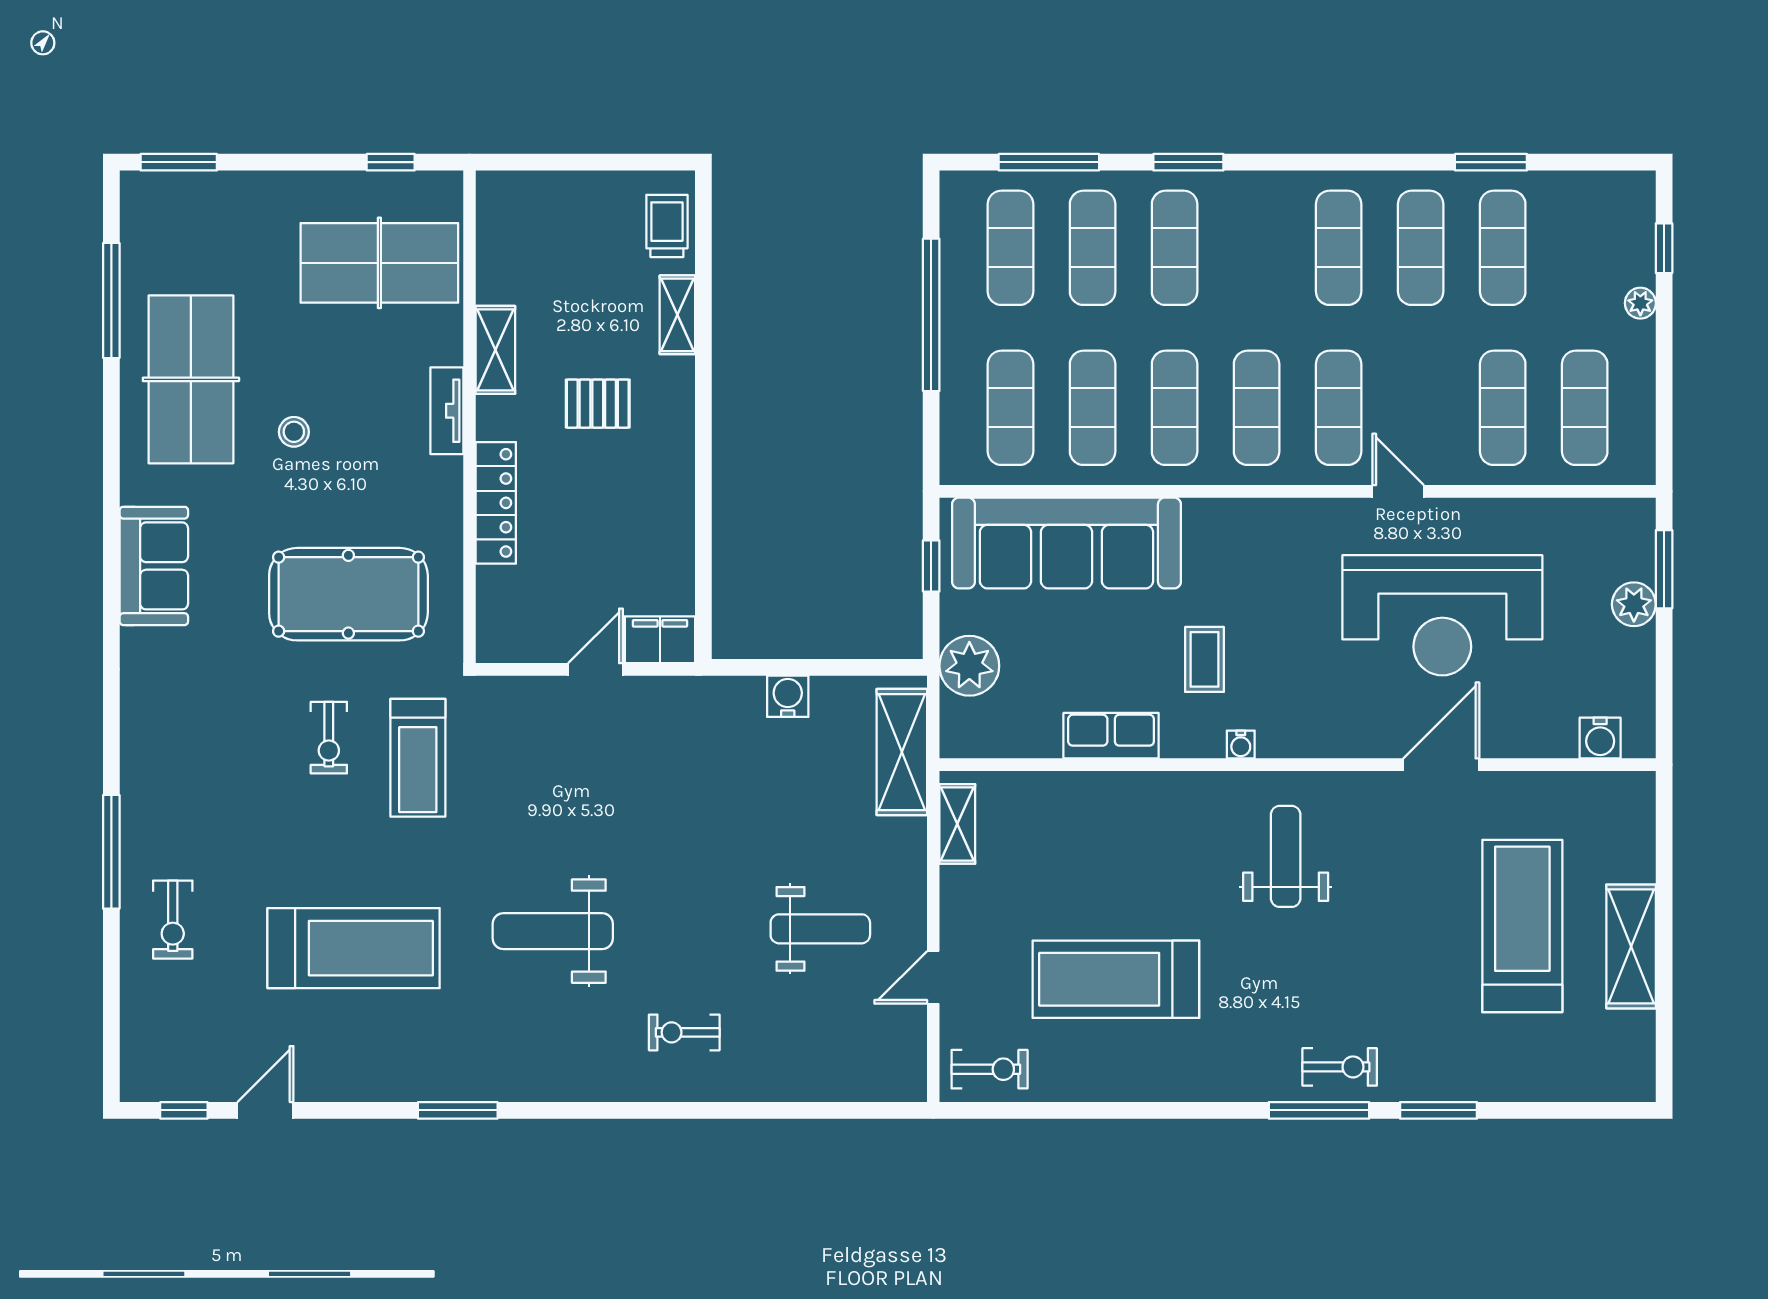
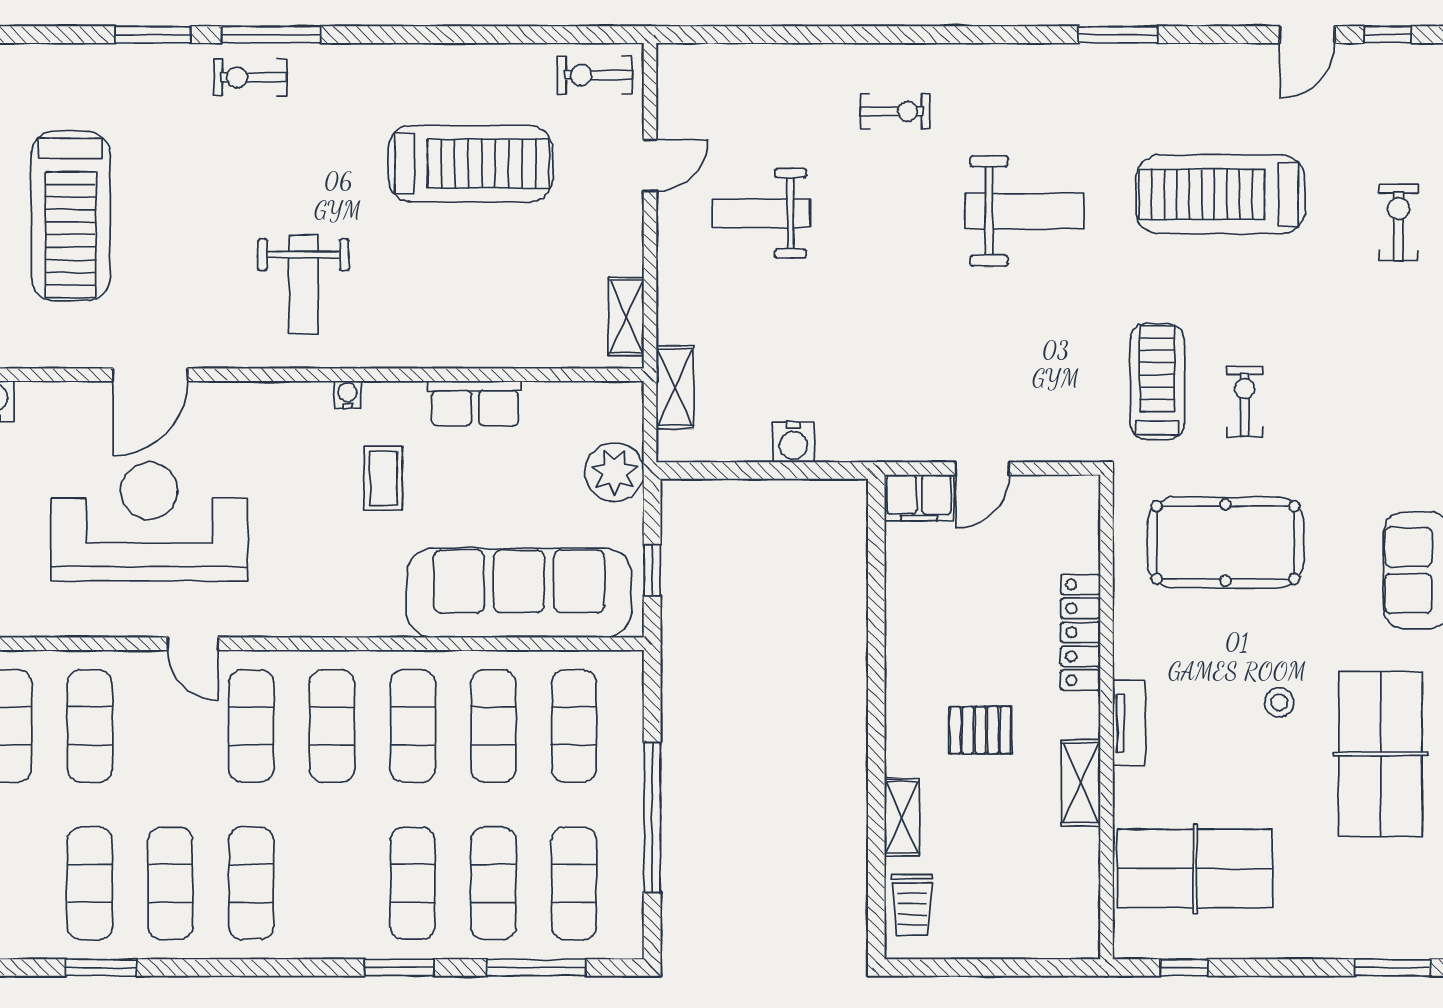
shelving: (902, 752) -> (675, 387), width x0.67, depth x0.75

